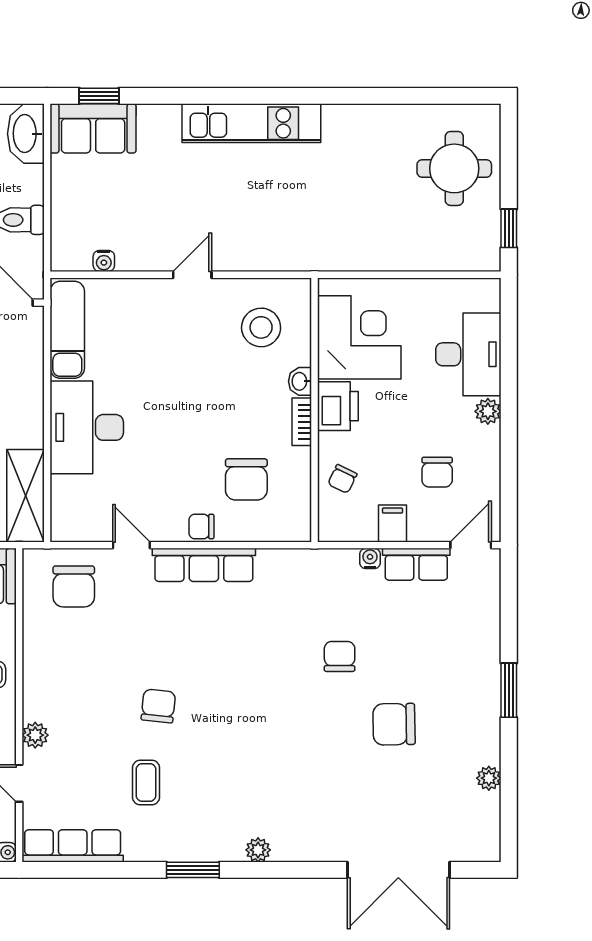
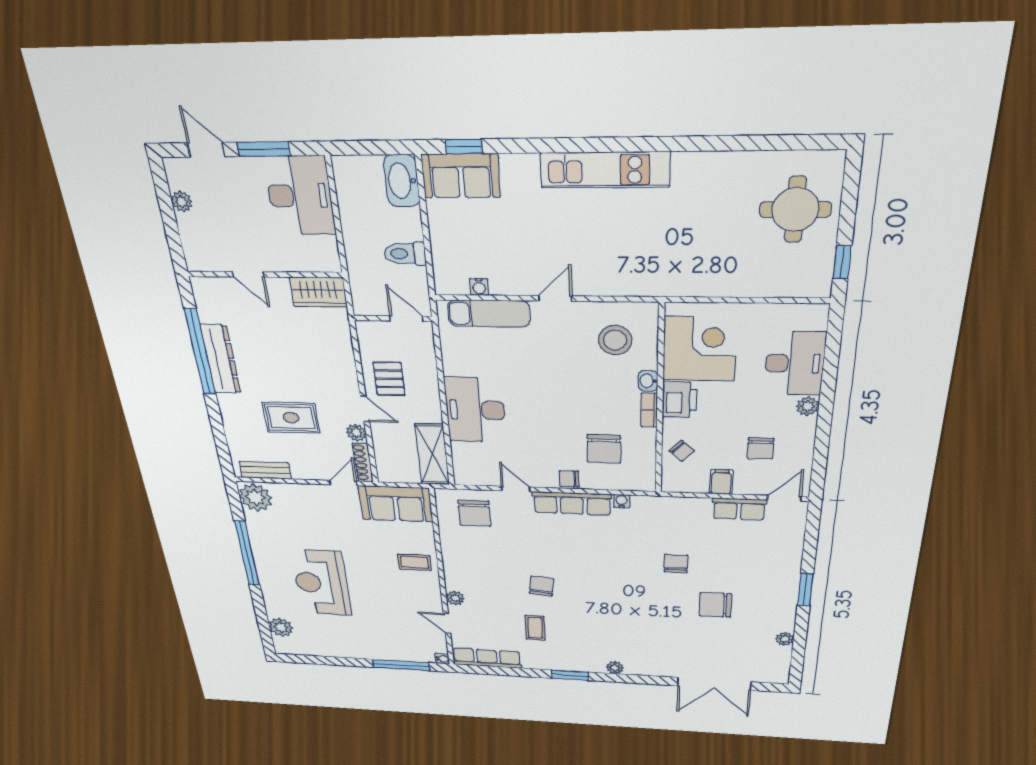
exam couch: (67, 330) -> (489, 314), moved, turned 90
chair: (342, 479) -> (682, 451), turned -73
water cooler: (370, 558) -> (622, 501), moved

